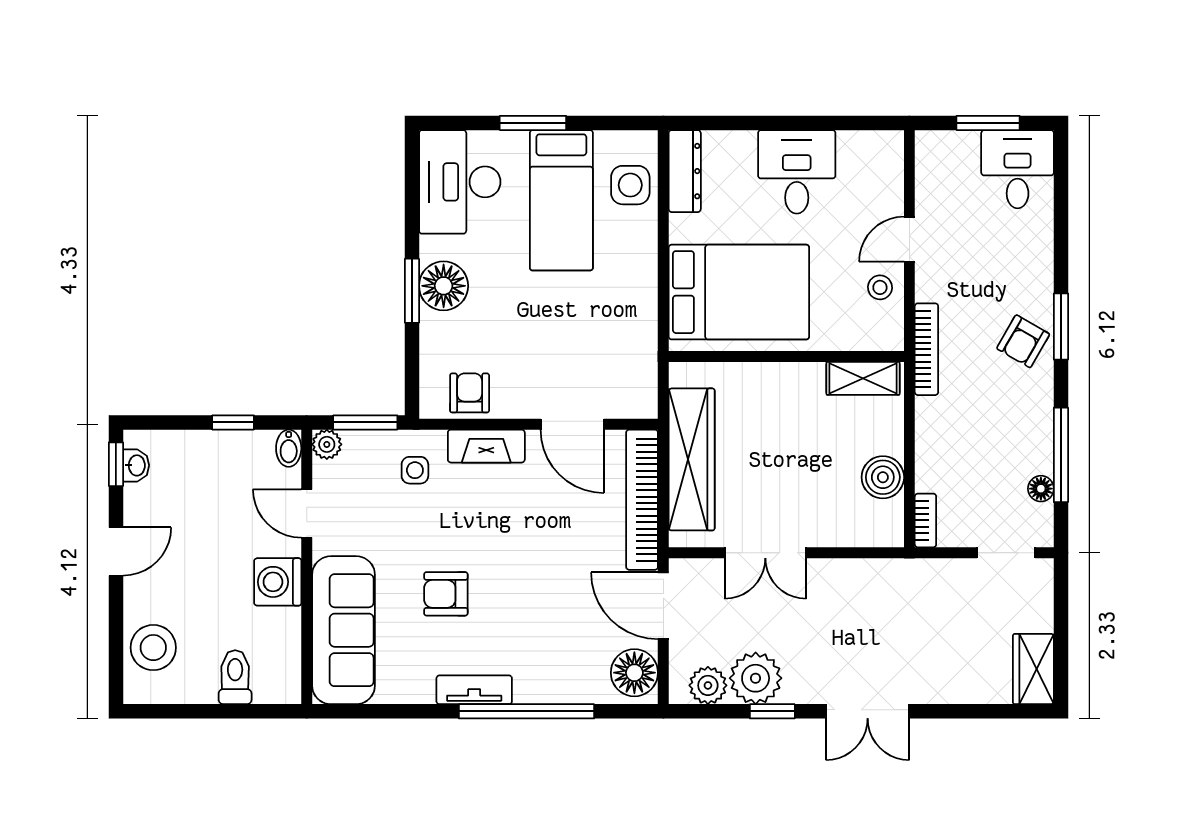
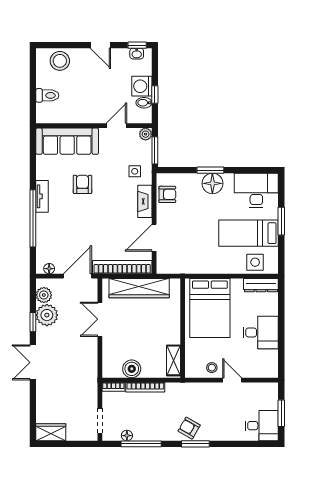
bookcase: (926, 349) -> (145, 387), moved
bidet: (289, 448) -> (144, 103), moved
washing machine: (278, 582) -> (142, 86), moved, turned -90
floor lamp: (634, 673) -> (49, 269), width x0.53, depth x0.53

